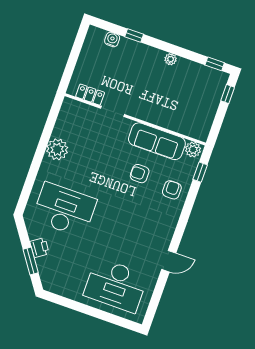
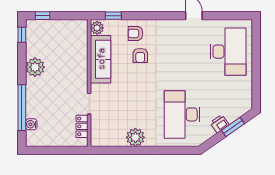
window: (134, 35) -> (22, 108), width x3.17
plant: (171, 59) -> (35, 67), width x1.87, depth x1.87
armchair: (140, 174) -> (140, 55), moved

